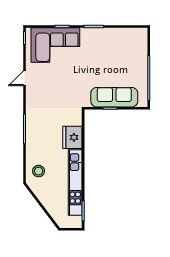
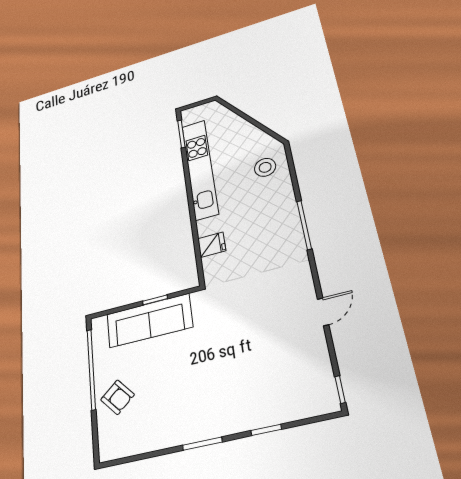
corner sofa: (55, 45) -> (273, 390), removed
armchair: (135, 59) -> (118, 397), added
fridge: (72, 137) -> (212, 245), width x0.53, depth x0.75

